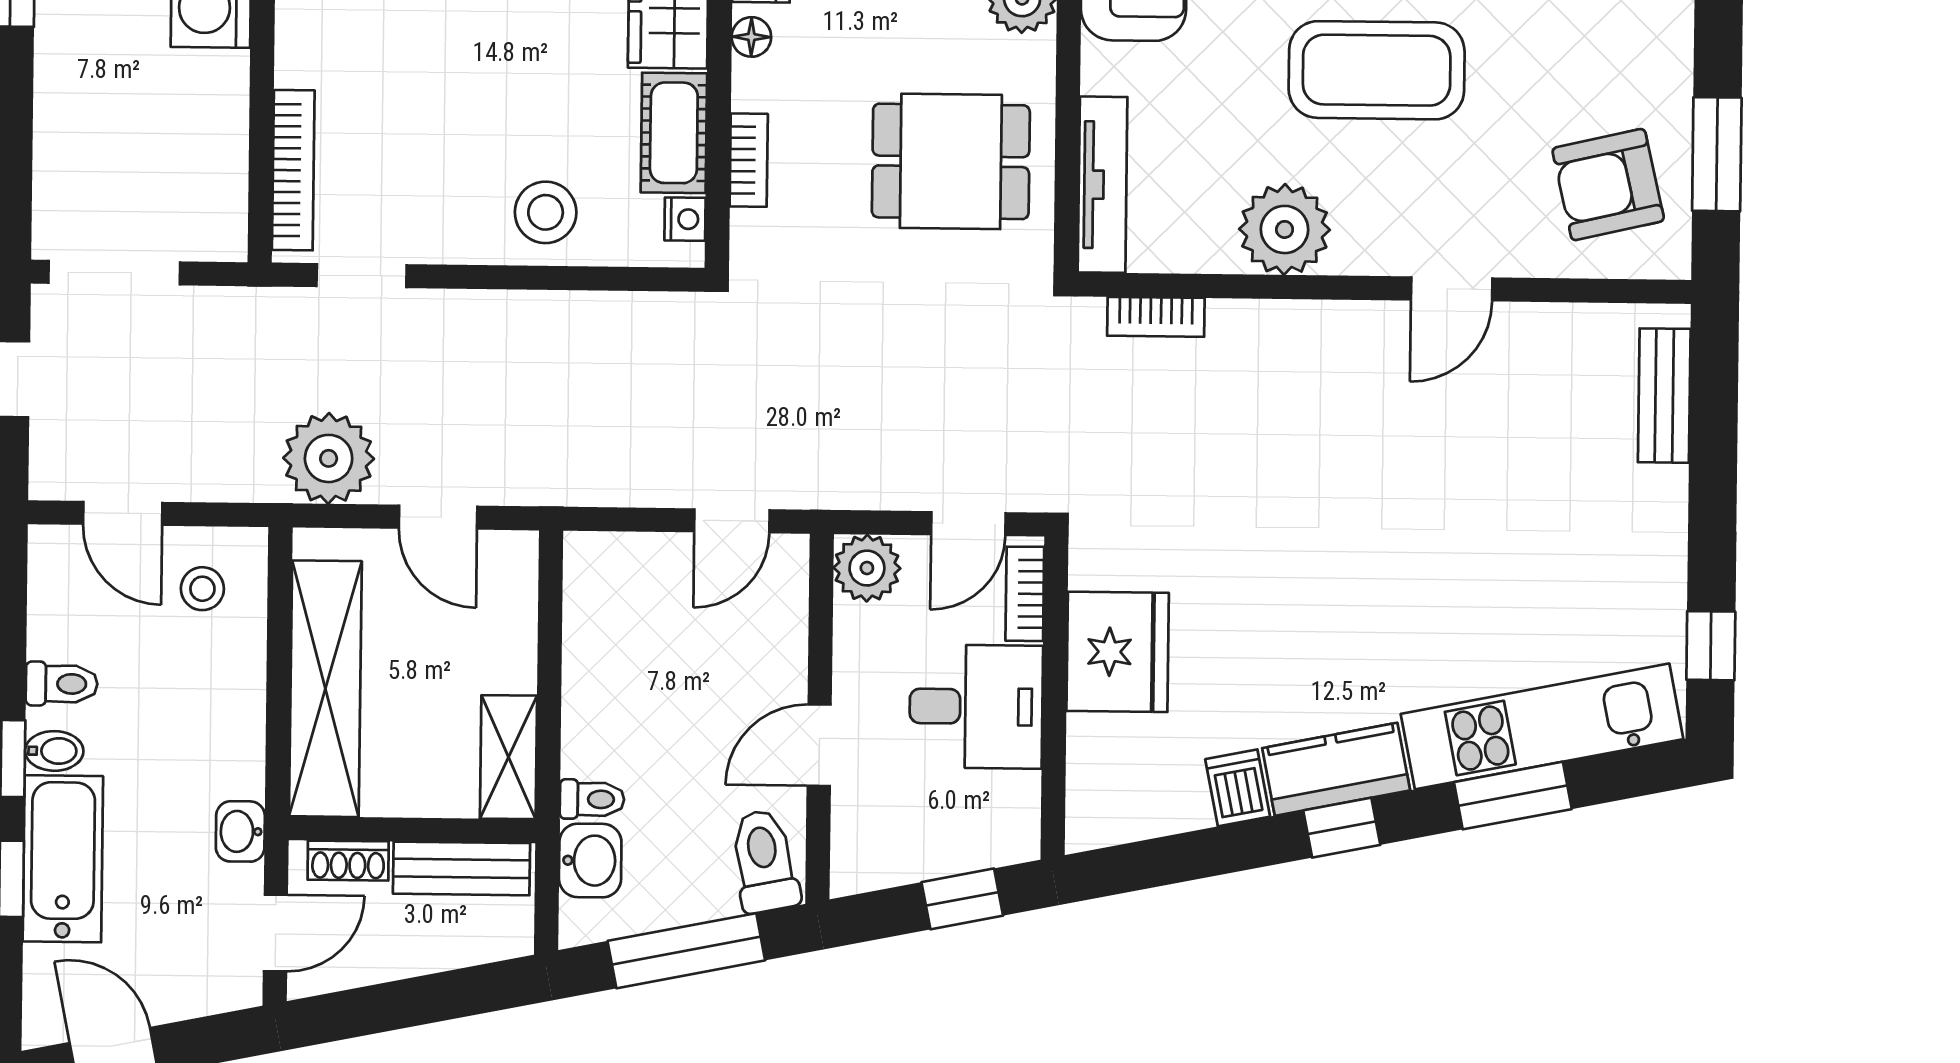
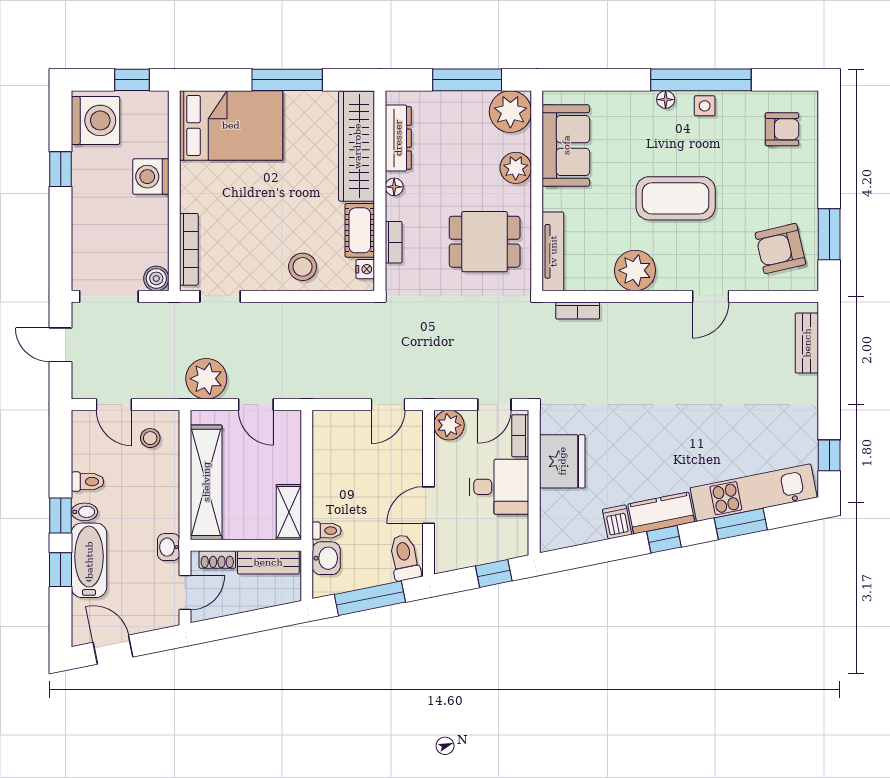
boiler: (220, 234) -> (156, 278), added

